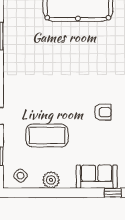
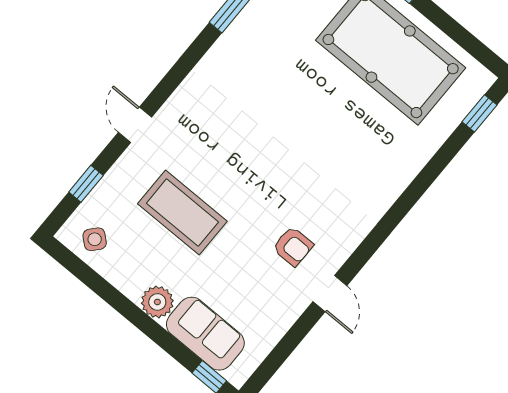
plant: (51, 180) -> (157, 302), moved

